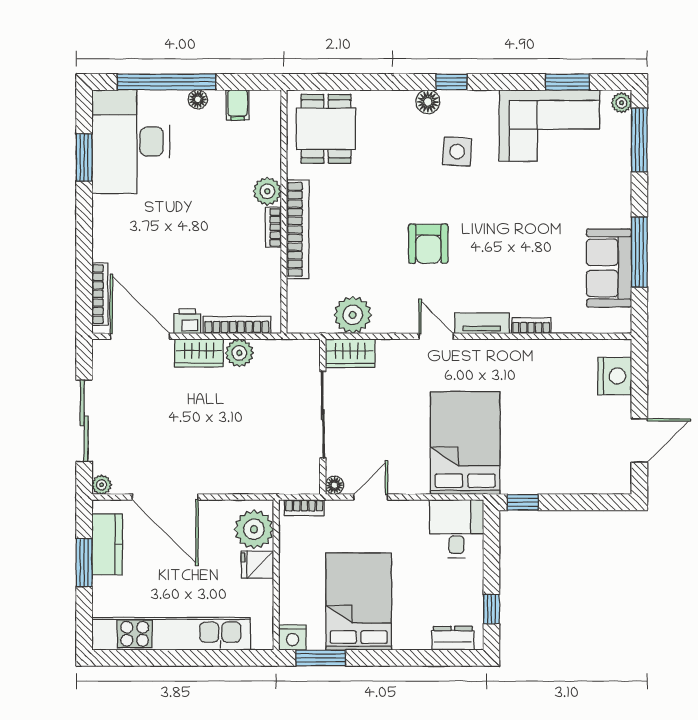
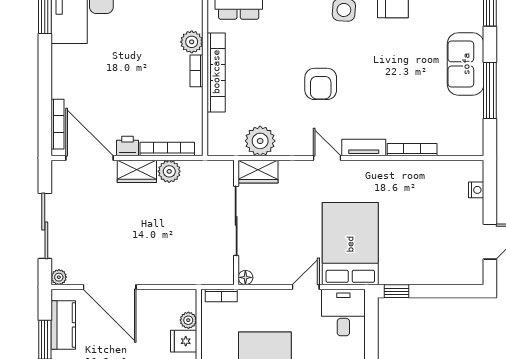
sofa: (609, 268) -> (466, 64), moved
bookcase: (531, 326) -> (412, 150), width x1.56
nightstand: (615, 376) -> (476, 190), width x0.53, depth x0.56
door: (371, 497) -> (306, 287), moved
plant: (254, 529) -> (188, 320), width x0.53, depth x0.53

